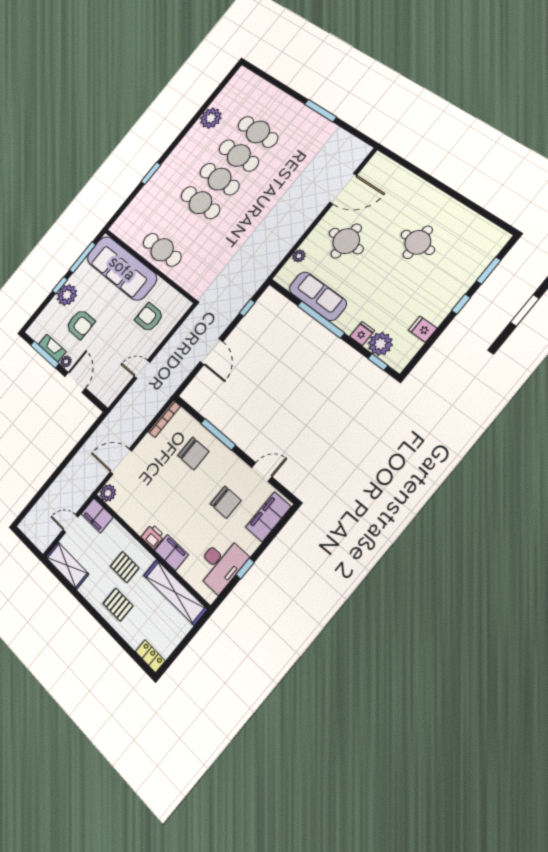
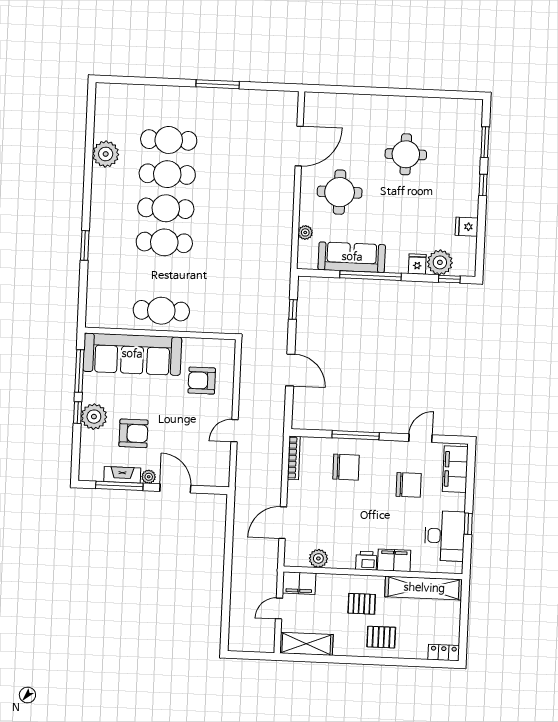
plant: (108, 493) -> (318, 558), moved

